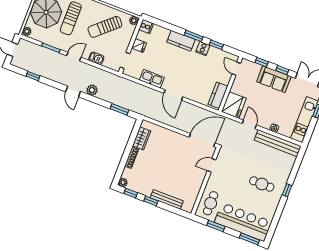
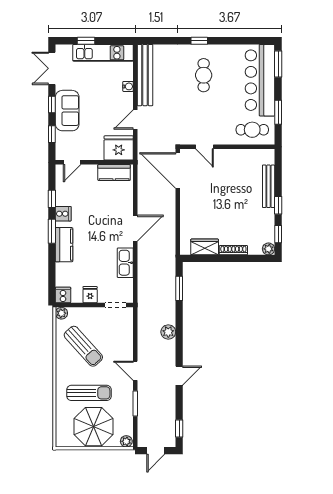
barbecue: (96, 58) -> (127, 342), removed
window: (33, 76) -> (179, 428), moved
door: (73, 92) -> (179, 376), moved

